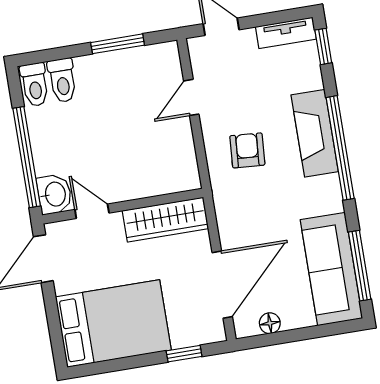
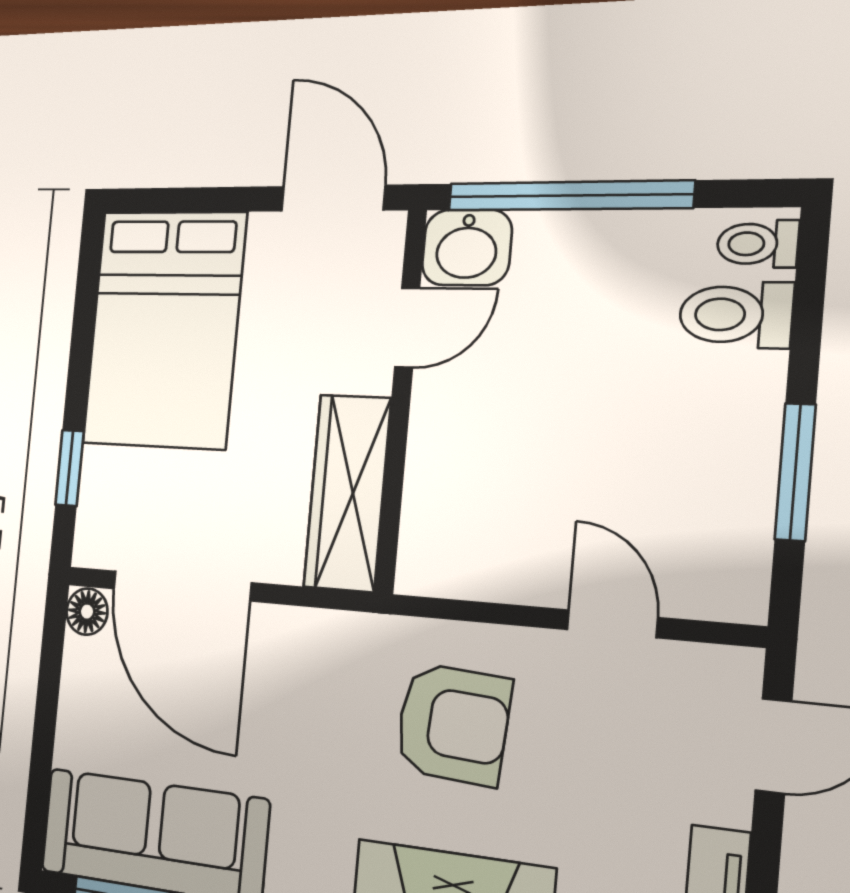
toilet: (35, 85) -> (758, 244), width x0.73, depth x0.72
armchair: (247, 150) -> (453, 724), width x1.38, depth x1.38
floor lamp: (270, 323) -> (87, 612), moved

